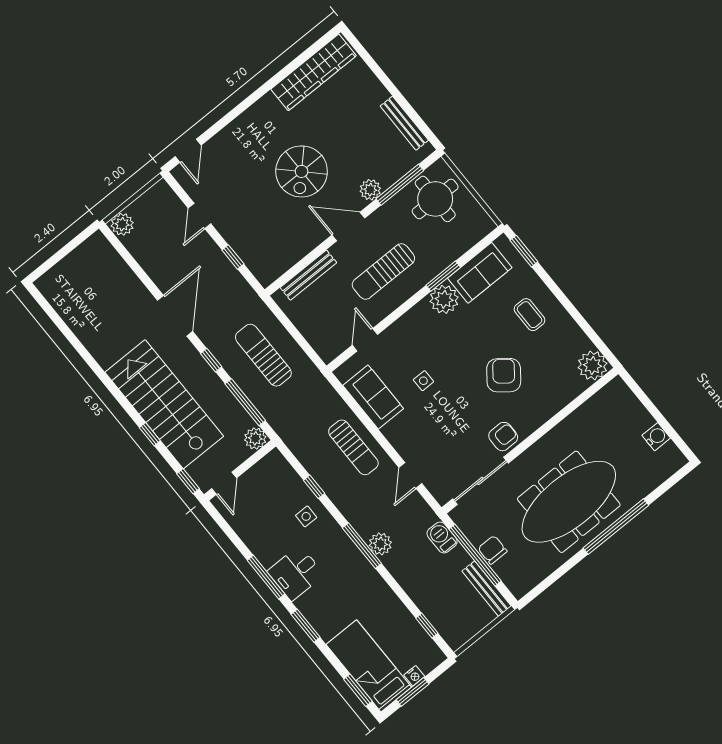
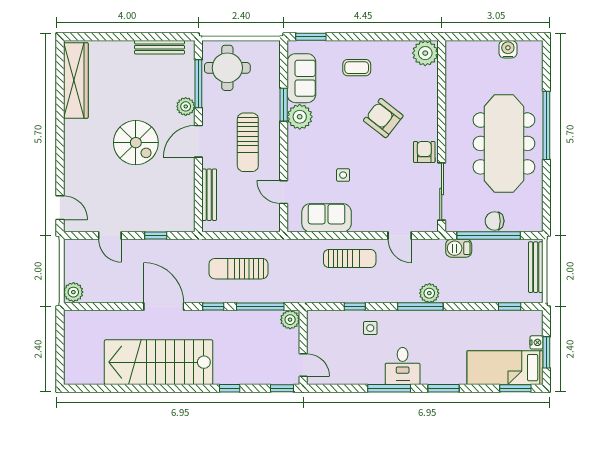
stairs: (164, 404) -> (159, 362), moved
bench: (487, 589) -> (536, 267), moved, turned 90

